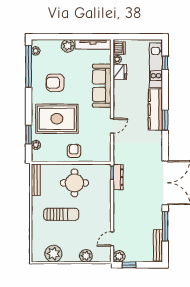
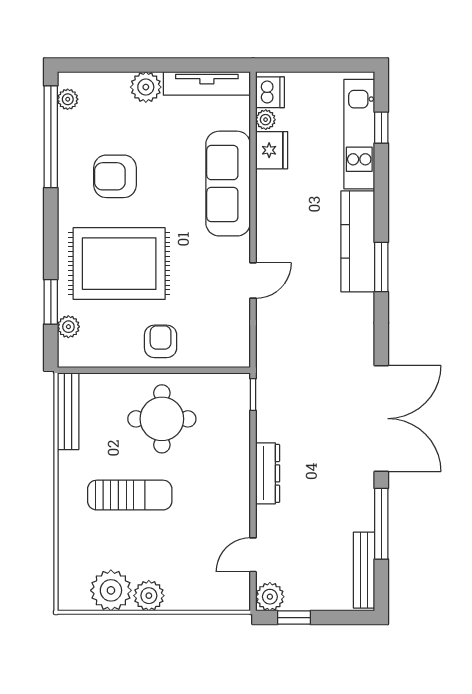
dresser: (118, 177) -> (268, 473), moved
plant: (86, 256) -> (149, 596), moved

